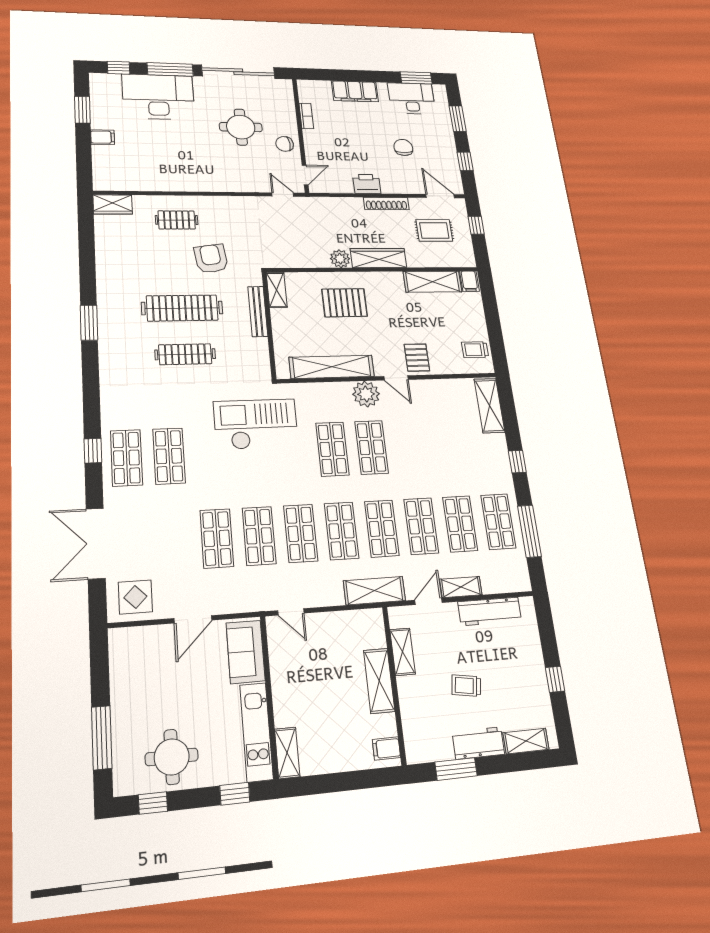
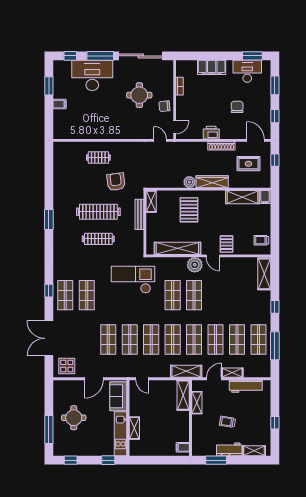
wardrobe: (113, 204) -> (64, 148), removed
pallet: (345, 303) -> (189, 210), turned 90
shelving: (379, 681) -> (183, 395), moved
shelving: (287, 753) -> (134, 428), moved
round table: (172, 757) -> (74, 418), moved

